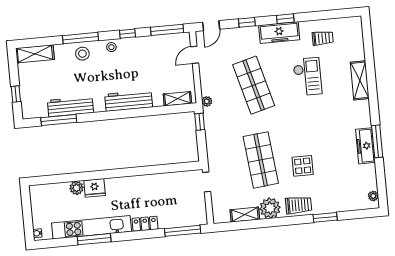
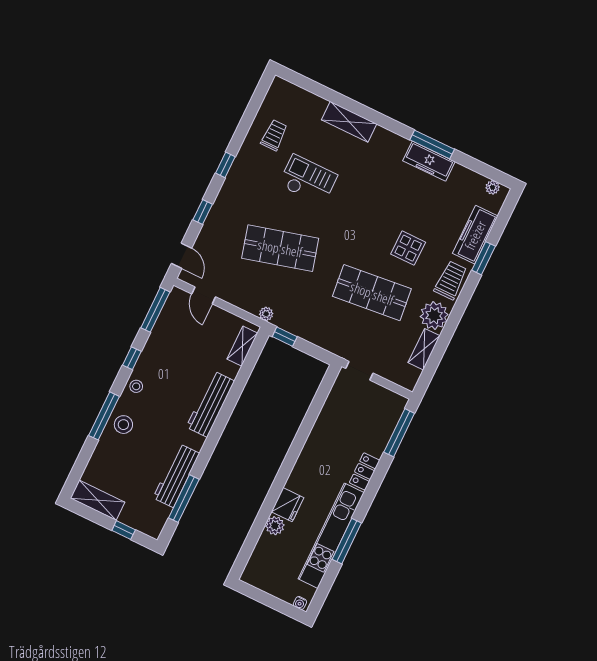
freezer: (279, 33) -> (475, 235), moved, turned 180
shelving: (35, 54) -> (98, 500), moved, turned 90

